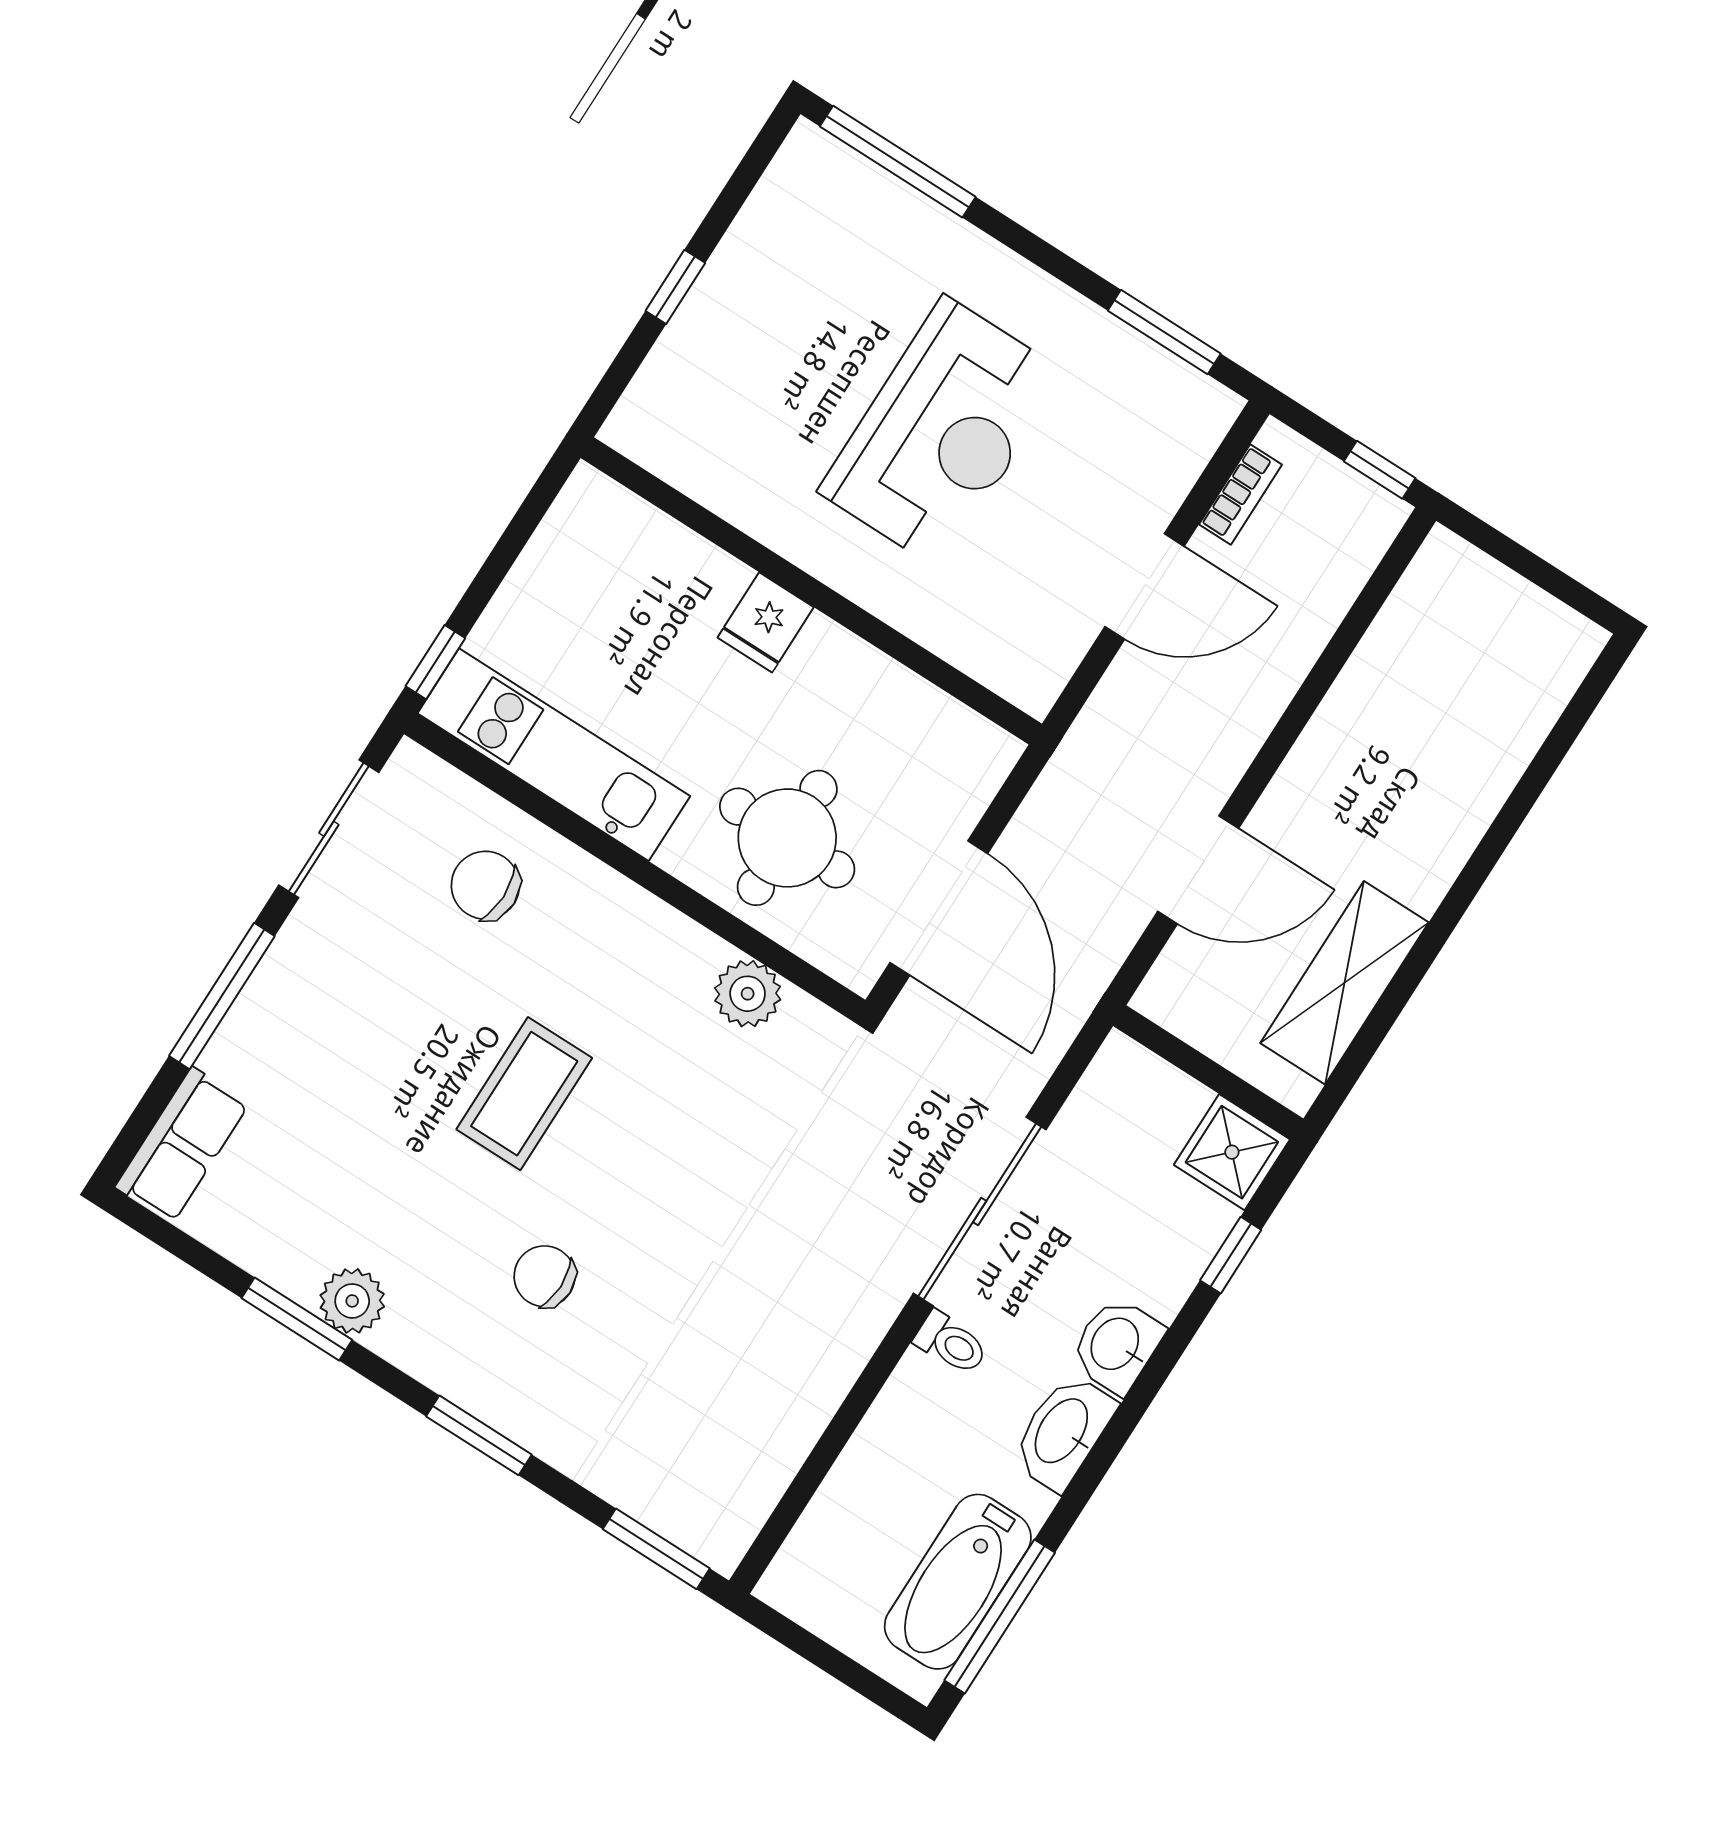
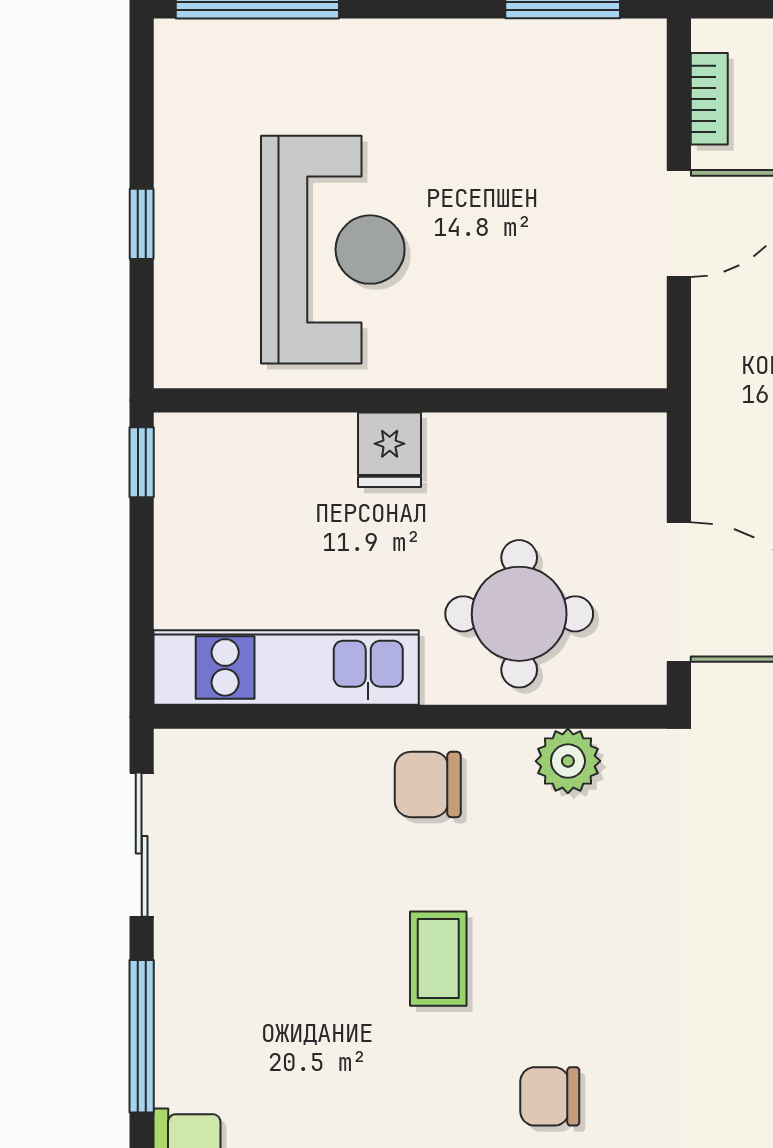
reception desk: (942, 432) -> (333, 250), moved
window: (435, 662) -> (142, 462), moved
chair: (485, 885) -> (428, 784), moved
coffee table: (524, 1094) -> (438, 959), width x0.73, depth x0.77

